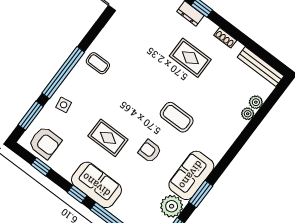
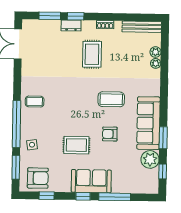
rug: (190, 58) -> (92, 54), turned 90
sofa: (191, 175) -> (148, 123), width x1.36

